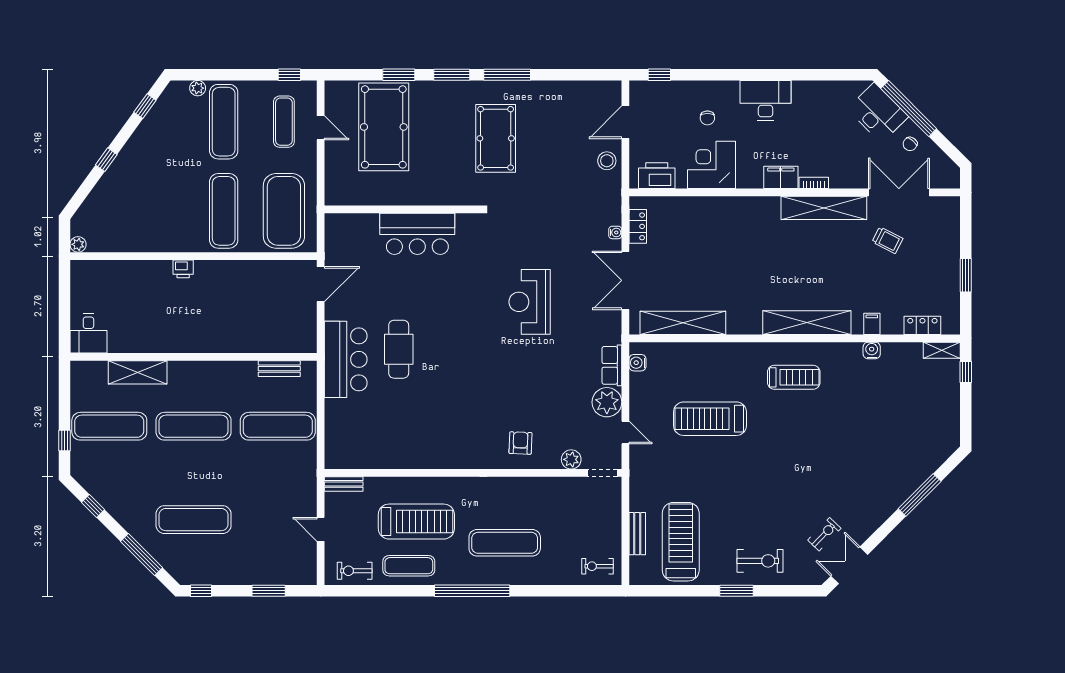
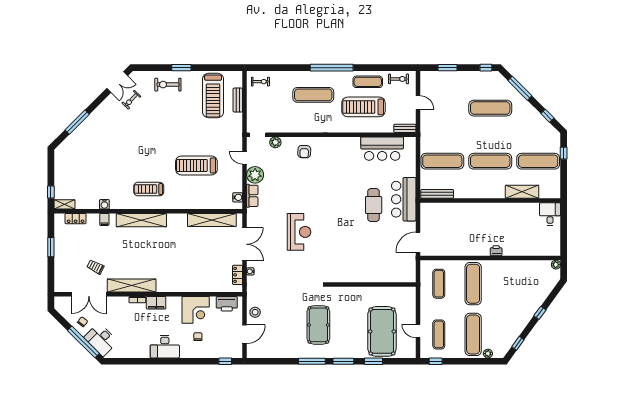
exercise mat: (284, 211) -> (439, 284), width x0.50, depth x0.69
bar counter: (417, 234) -> (382, 149), moved, turned 180
bench: (279, 369) -> (437, 194), width x1.36
treadmill: (710, 419) -> (196, 165), turned 180

